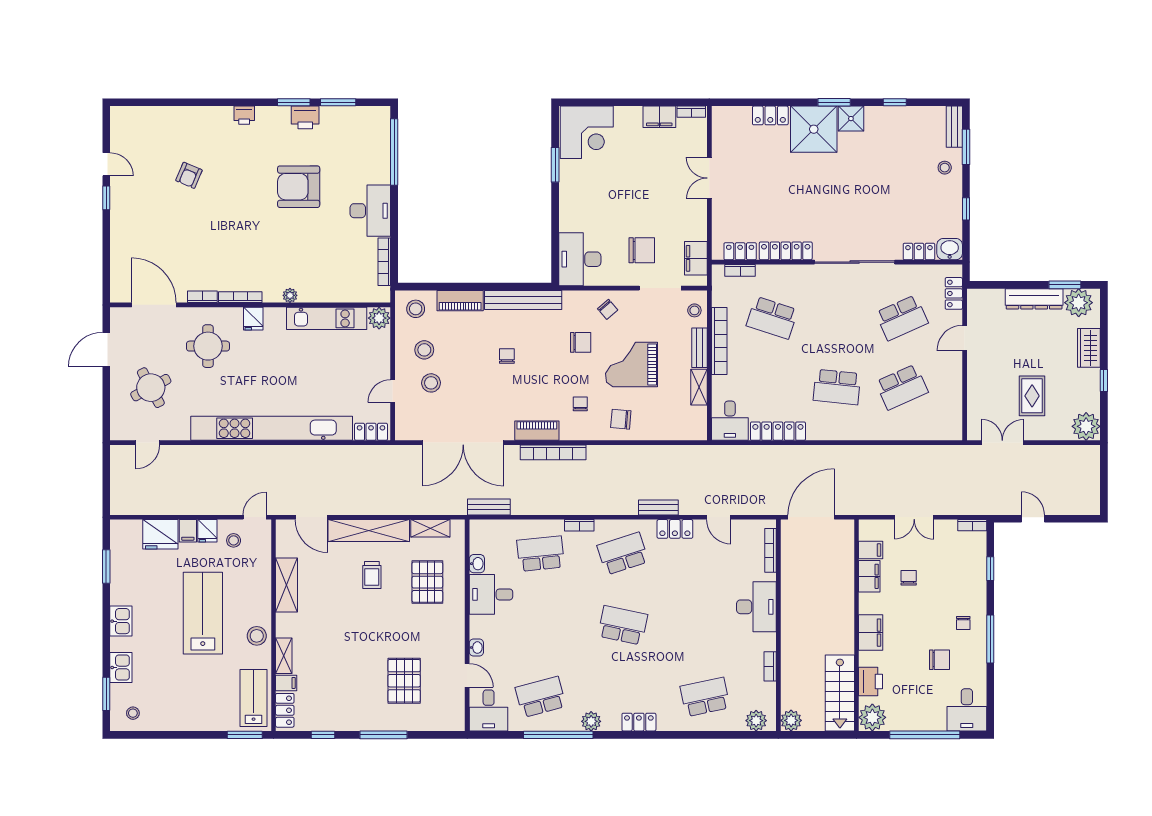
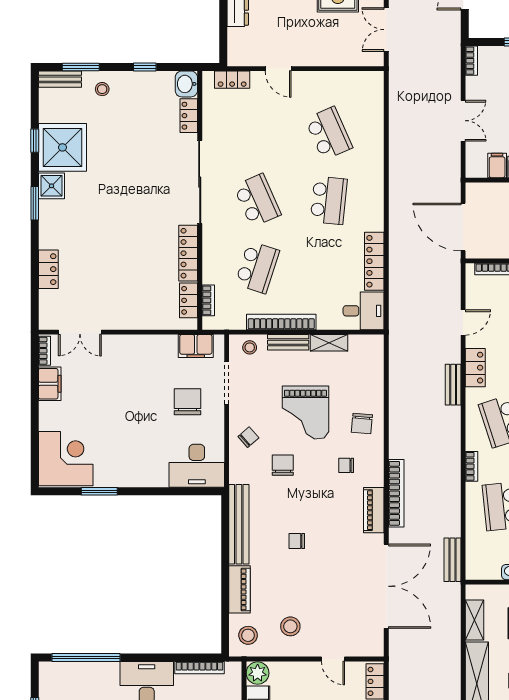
shower: (814, 129) -> (62, 147), moved
double door: (709, 178) -> (80, 332), moved
school desk: (902, 318) -> (257, 200), moved
stool: (431, 383) -> (325, 619), removed

